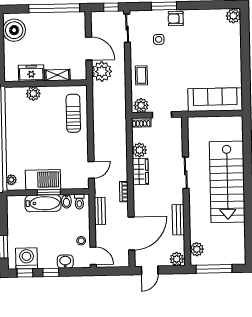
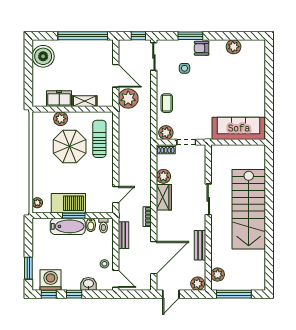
plant: (233, 16) -> (234, 47), moved
parasol: (43, 122) -> (70, 146), added

